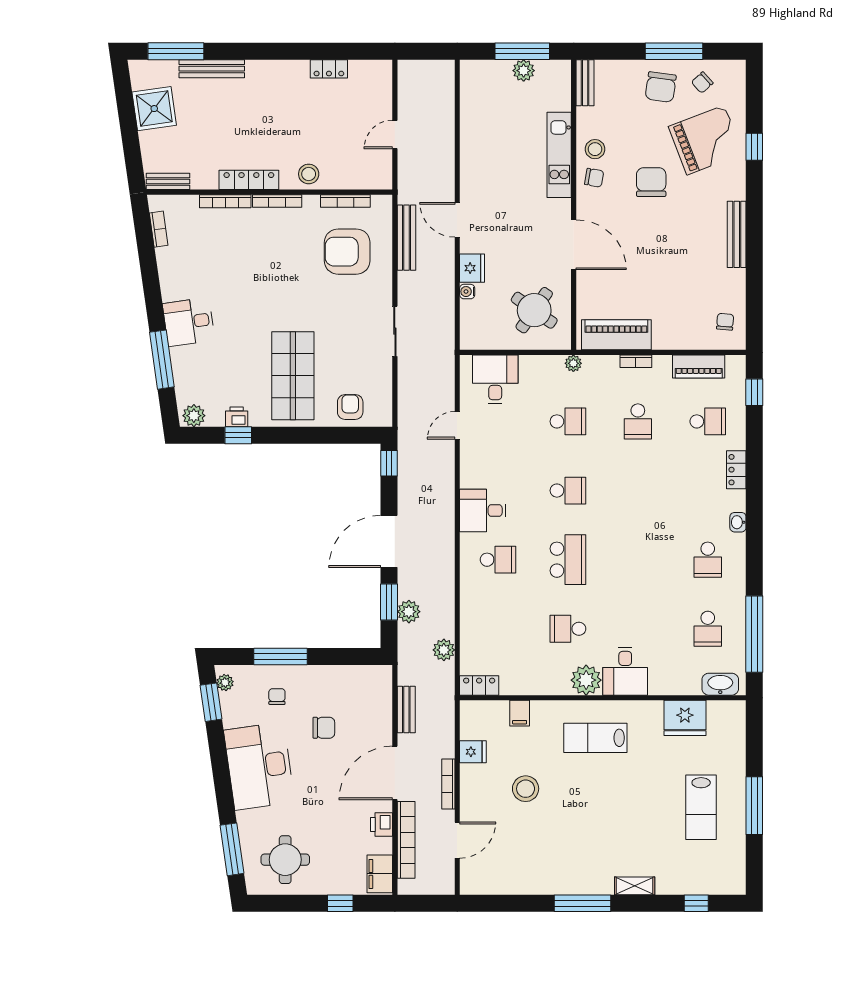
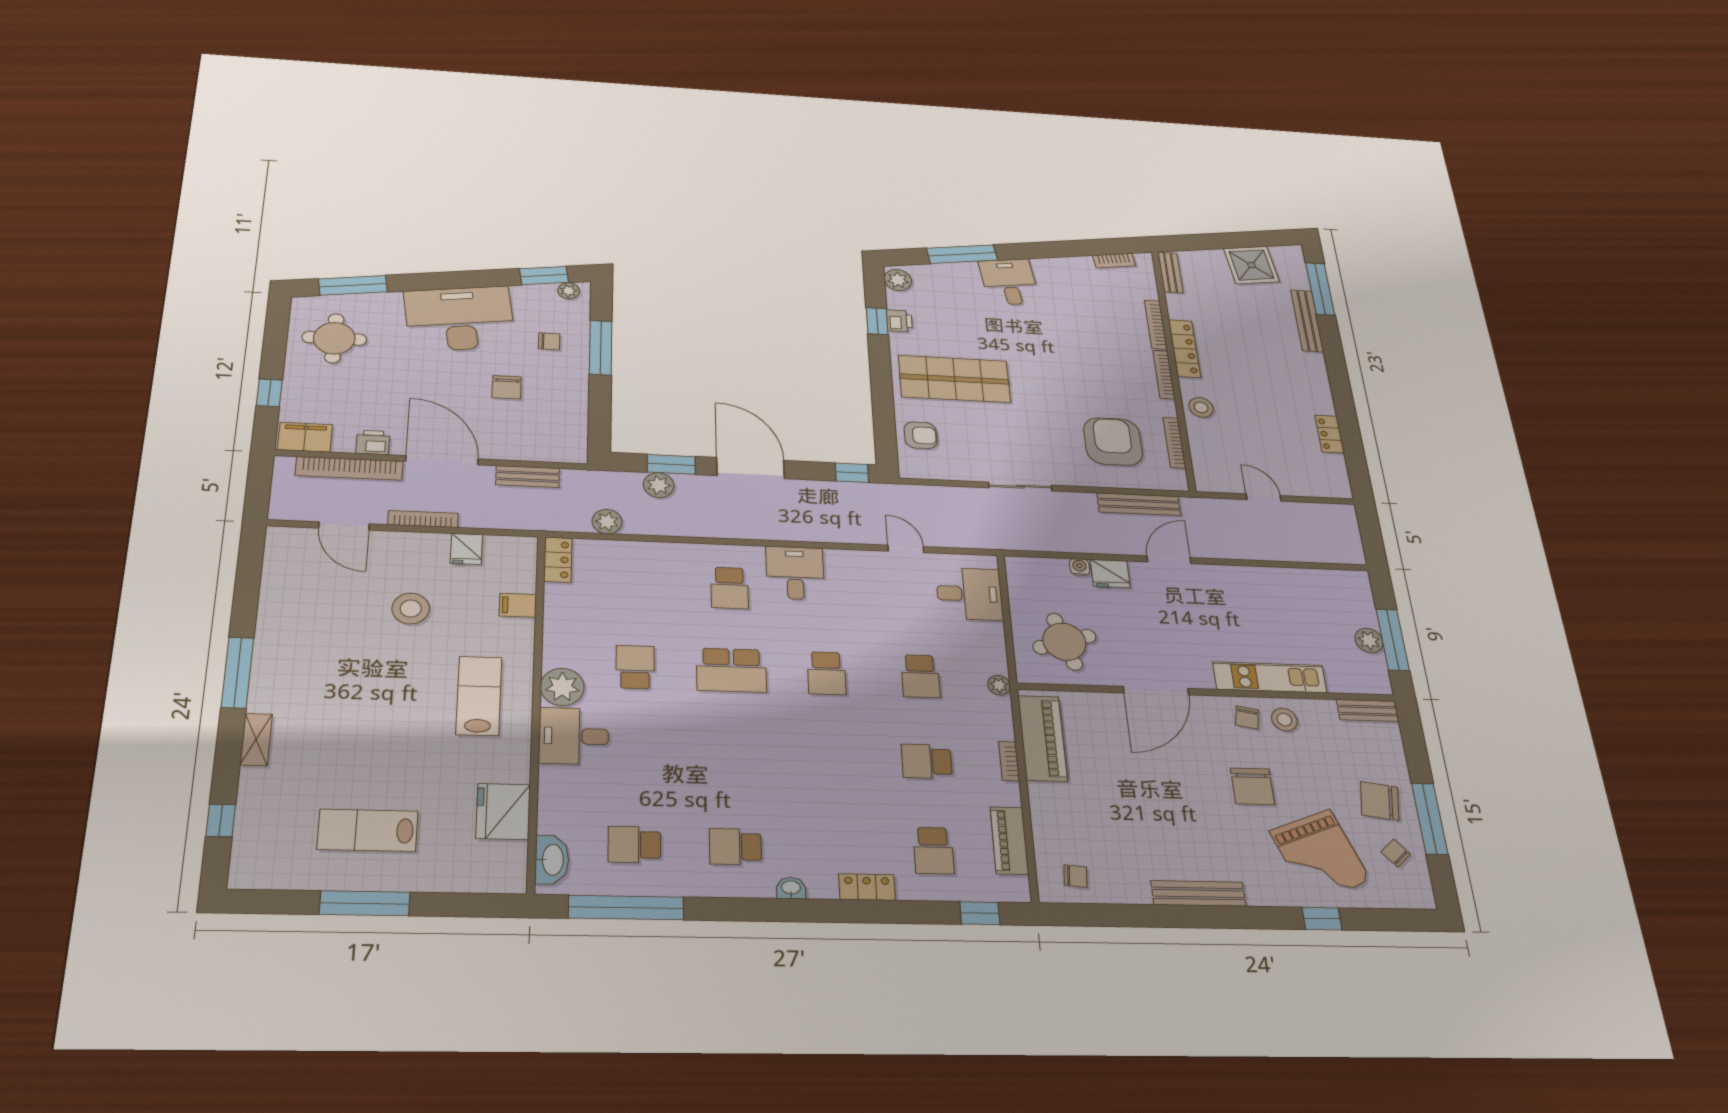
chair: (651, 182) -> (1252, 786), turned 90
round table: (534, 310) -> (1064, 642), turned 38

